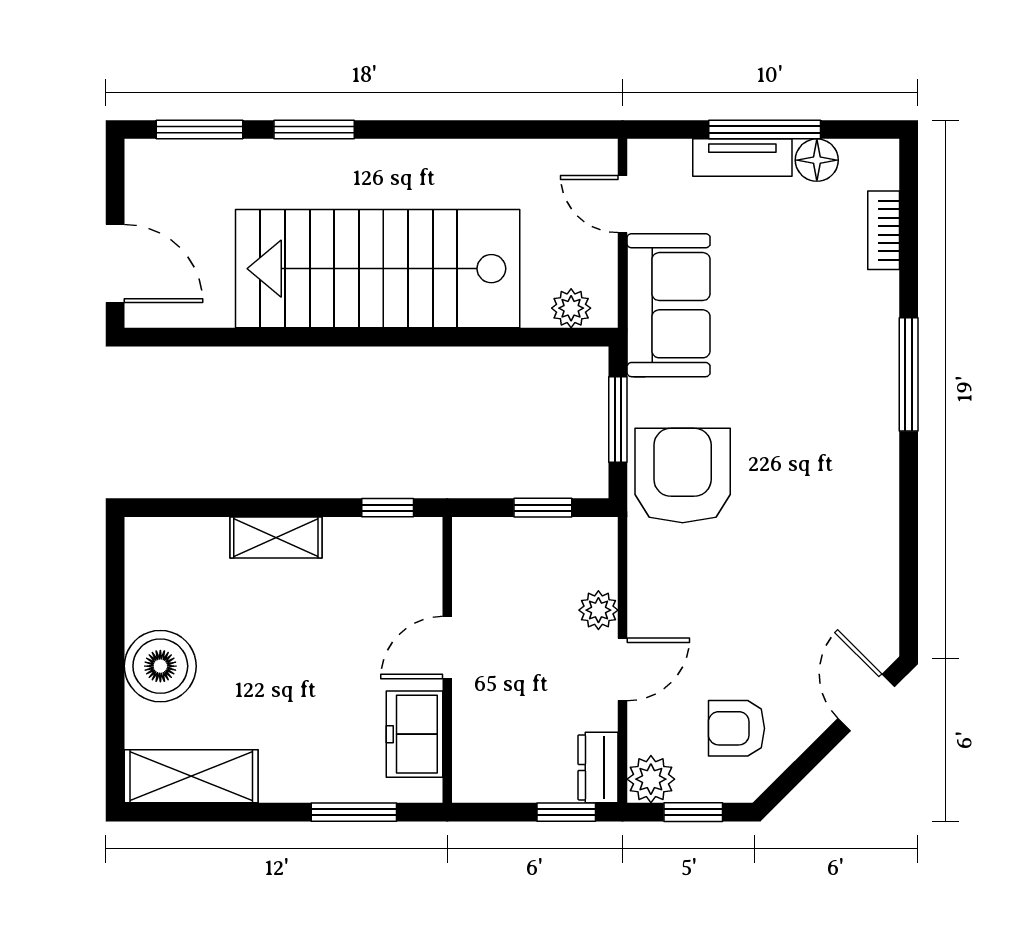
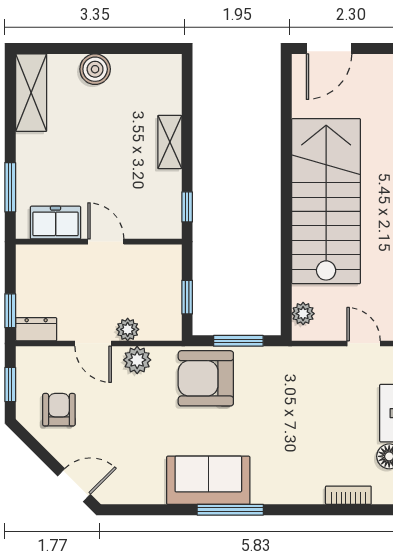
door: (623, 204) -> (364, 343), hinge flipped
sofa: (669, 305) -> (208, 480), moved, turned 180
window: (909, 374) -> (230, 510), moved
armchair: (683, 476) -> (206, 378), turned 180
boiler: (160, 666) -> (95, 69), width x0.73, depth x0.73
plant: (651, 779) -> (137, 360), moved

